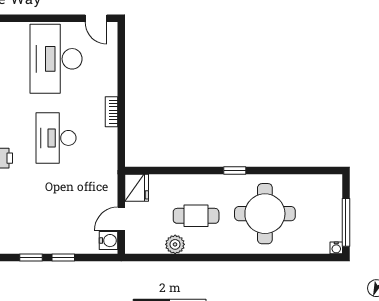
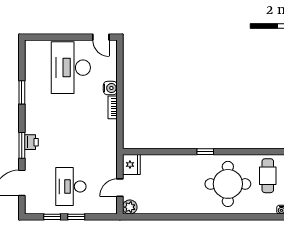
desk: (56, 138) -> (71, 186), moved
cafe table: (196, 216) -> (268, 176), moved, turned 90
water cooler: (109, 241) -> (110, 88), moved
plant: (175, 244) -> (130, 207), moved

